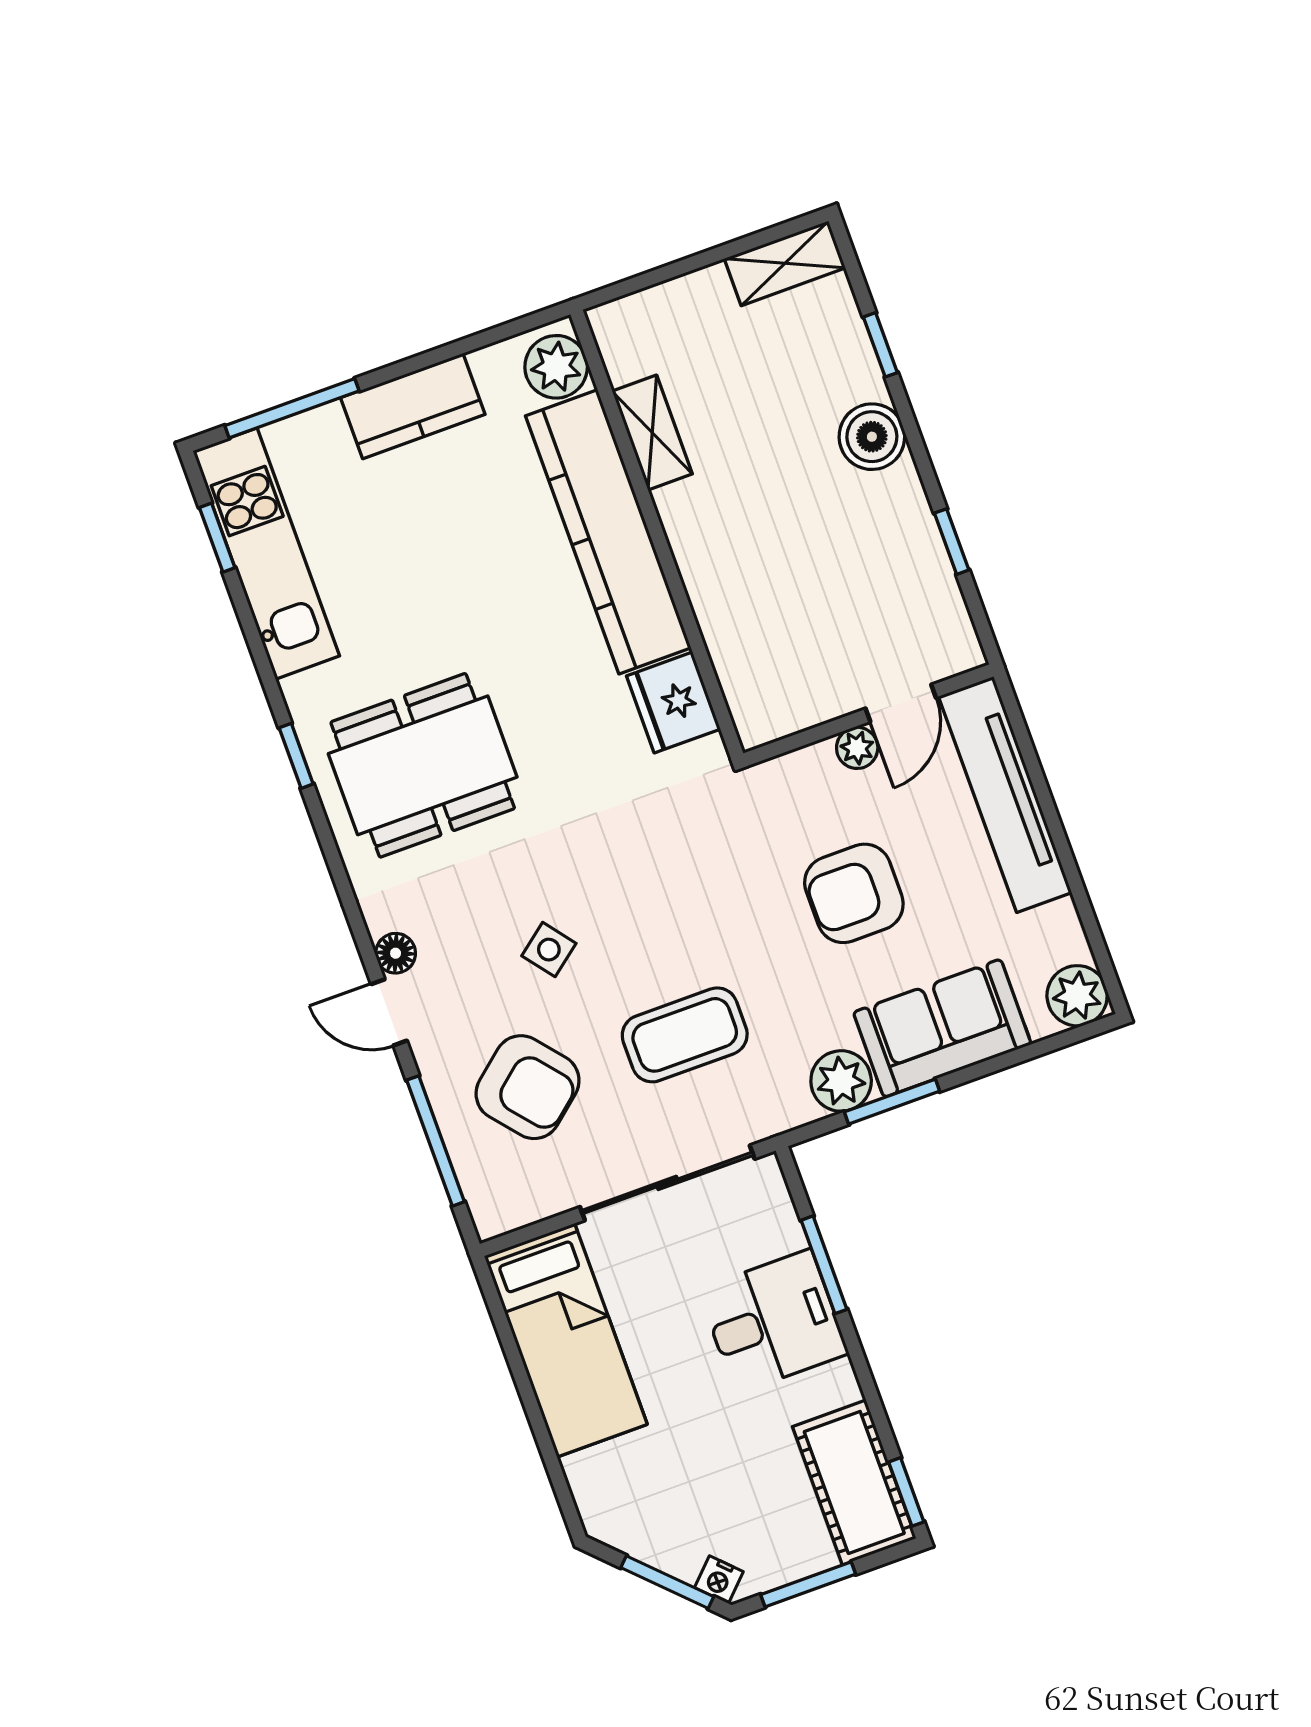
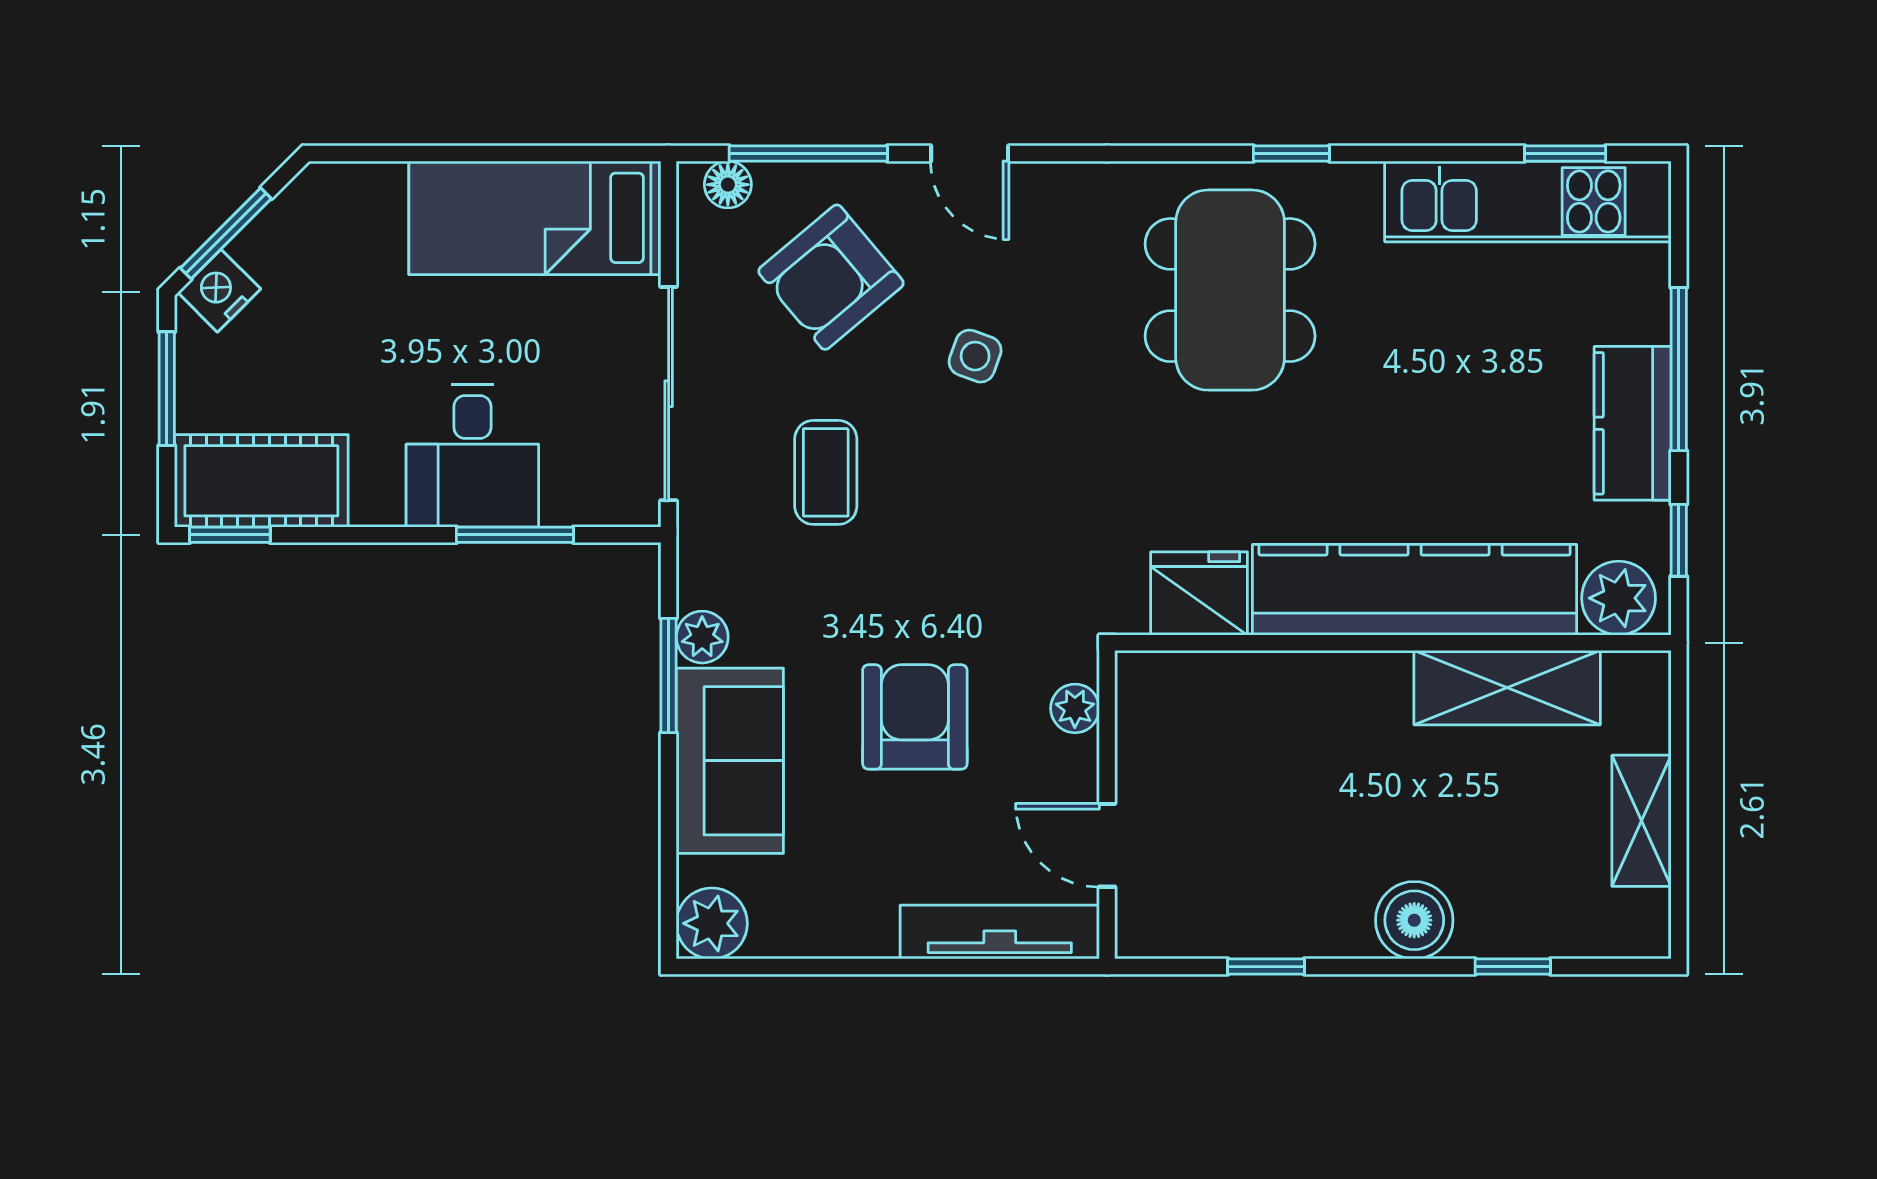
shelving: (785, 263) -> (1642, 821), moved
window: (493, 336) -> (1679, 540), added
window: (292, 408) -> (1679, 369), moved
shelving: (652, 433) -> (1507, 688), width x1.50, depth x1.33
plant: (857, 748) -> (1075, 708), moved
tv unit: (1005, 795) -> (1000, 932), width x0.73, depth x0.78
side table: (549, 950) -> (975, 356), turned -32
floor lamp: (396, 953) -> (728, 185), moved
door: (389, 1012) -> (970, 153), swing flipped
coffee table: (685, 1035) -> (826, 472), width x0.73, depth x0.77
plant: (841, 1081) -> (702, 637), width x0.73, depth x0.73
nightstand: (719, 1580) -> (219, 291), width x1.39, depth x1.35

